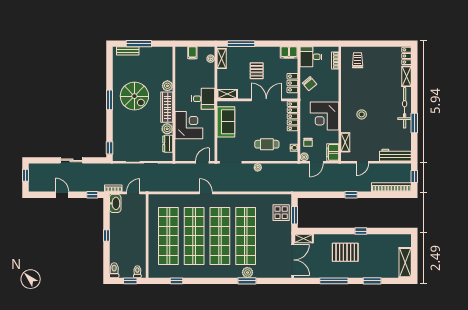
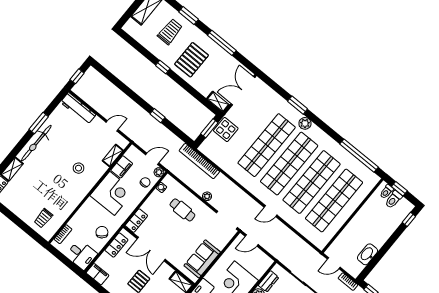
locker: (293, 116) -> (136, 221), width x0.66
filing cabinet: (333, 152) -> (122, 167), moved
bookcase: (391, 187) -> (199, 161), moved
door: (206, 193) -> (271, 211), hinge flipped
window: (351, 195) -> (158, 116), moved
washbasin: (115, 203) -> (367, 254), moved
display table: (281, 213) -> (226, 130), moved
window: (106, 236) -> (409, 219), moved
pallet: (345, 252) -> (192, 60), turned 90
trolley: (376, 259) -> (170, 32), added
toilet: (114, 270) -> (394, 199), moved
plant: (247, 272) -> (305, 123), moved
window: (177, 281) -> (359, 156), width x3.17

